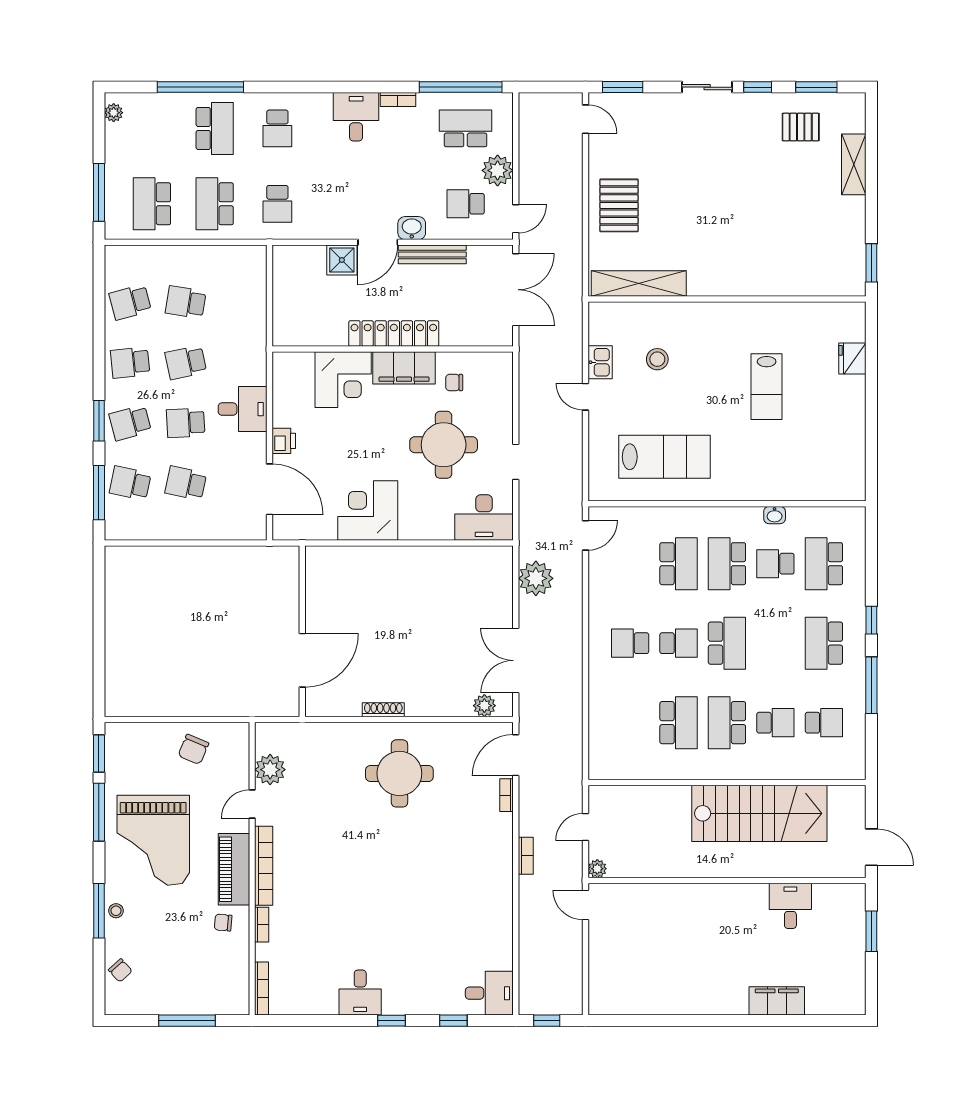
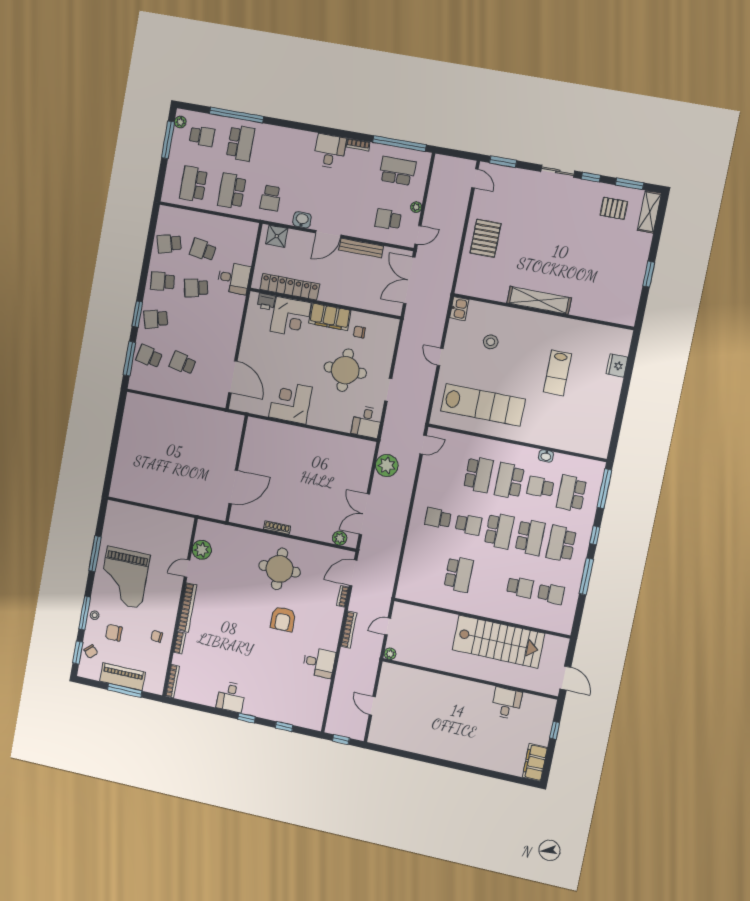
school desk: (277, 128) -> (202, 136), moved, turned -90
shelving: (854, 164) -> (649, 212), moved
plant: (498, 170) -> (416, 207), width x0.53, depth x0.53
window: (99, 192) -> (168, 140), moved
washbasin: (412, 228) -> (302, 220), moved
shower: (342, 260) -> (277, 236), moved
window: (871, 263) -> (649, 274), moved
shelving: (639, 283) -> (539, 300), moved
double door: (516, 290) -> (409, 280), swing flipped
locker: (394, 334) -> (290, 287), moved
kitchen sink: (600, 362) -> (459, 309), moved
desk: (243, 409) -> (234, 278), moved
school desk: (186, 423) -> (189, 325), removed
printer: (284, 441) -> (266, 302), moved, turned 90
lab bench: (664, 457) -> (483, 405), width x1.36
desk: (484, 517) -> (367, 422), width x0.73
window: (871, 547) -> (604, 489), added
school desk: (727, 723) -> (530, 537), moved, turned 180
chair: (193, 749) -> (114, 633), moved, turned 67
window: (99, 754) -> (78, 653), moved
armchair: (420, 851) -> (283, 619), added
bookcase: (526, 856) -> (349, 630), width x1.56
piano: (234, 869) -> (123, 677), moved, turned 90
door: (585, 905) -> (372, 706), moved
window: (871, 931) -> (555, 730), width x0.67
desk: (489, 993) -> (319, 663), moved
filing cabinet: (777, 1001) -> (535, 762), moved, turned -90

